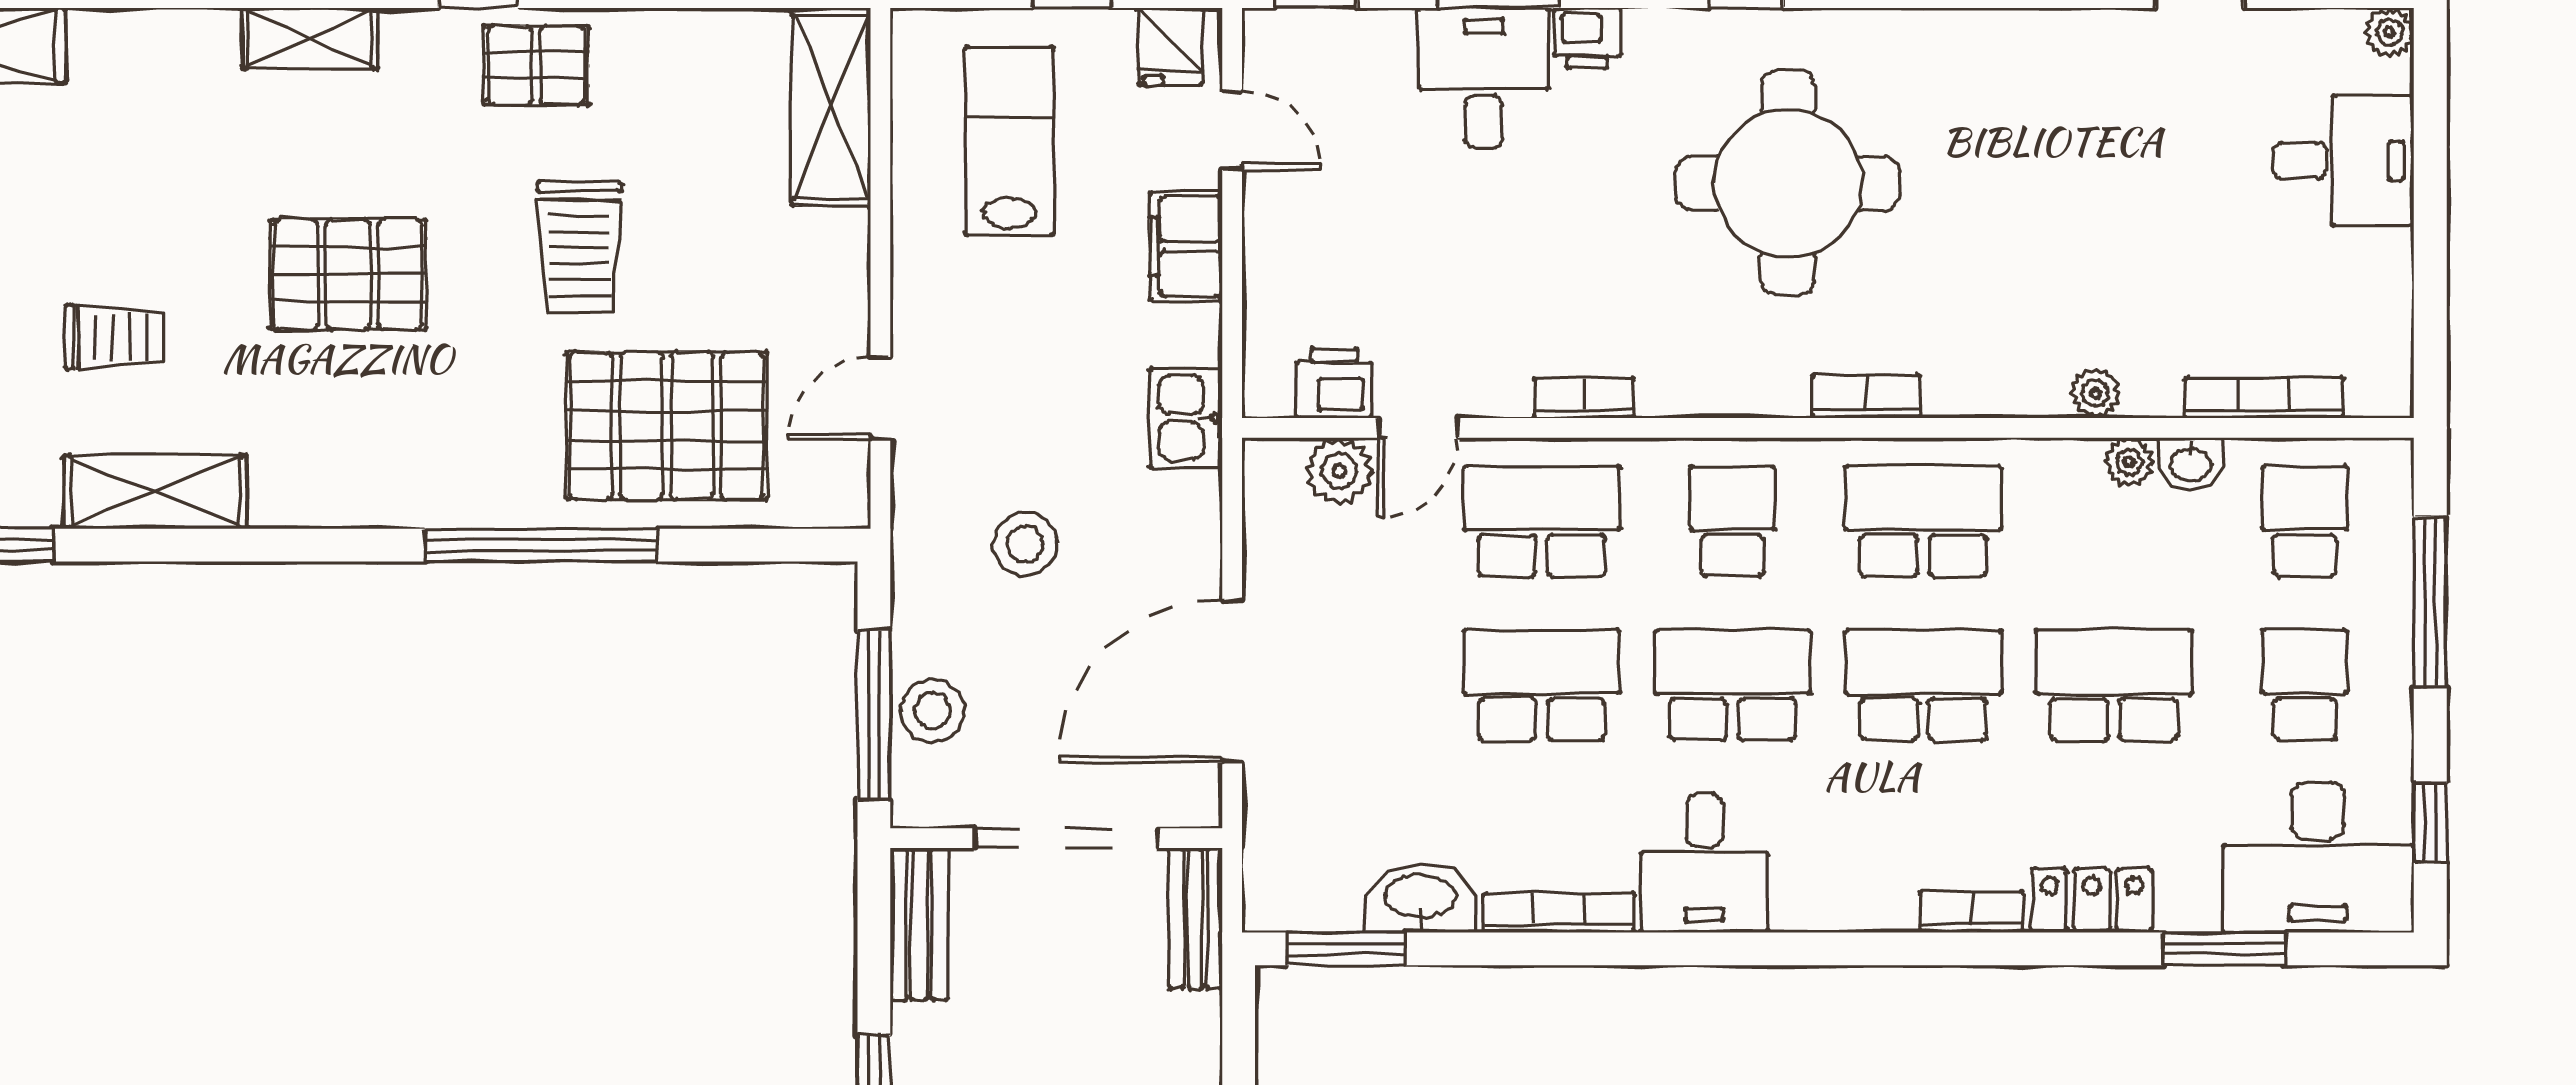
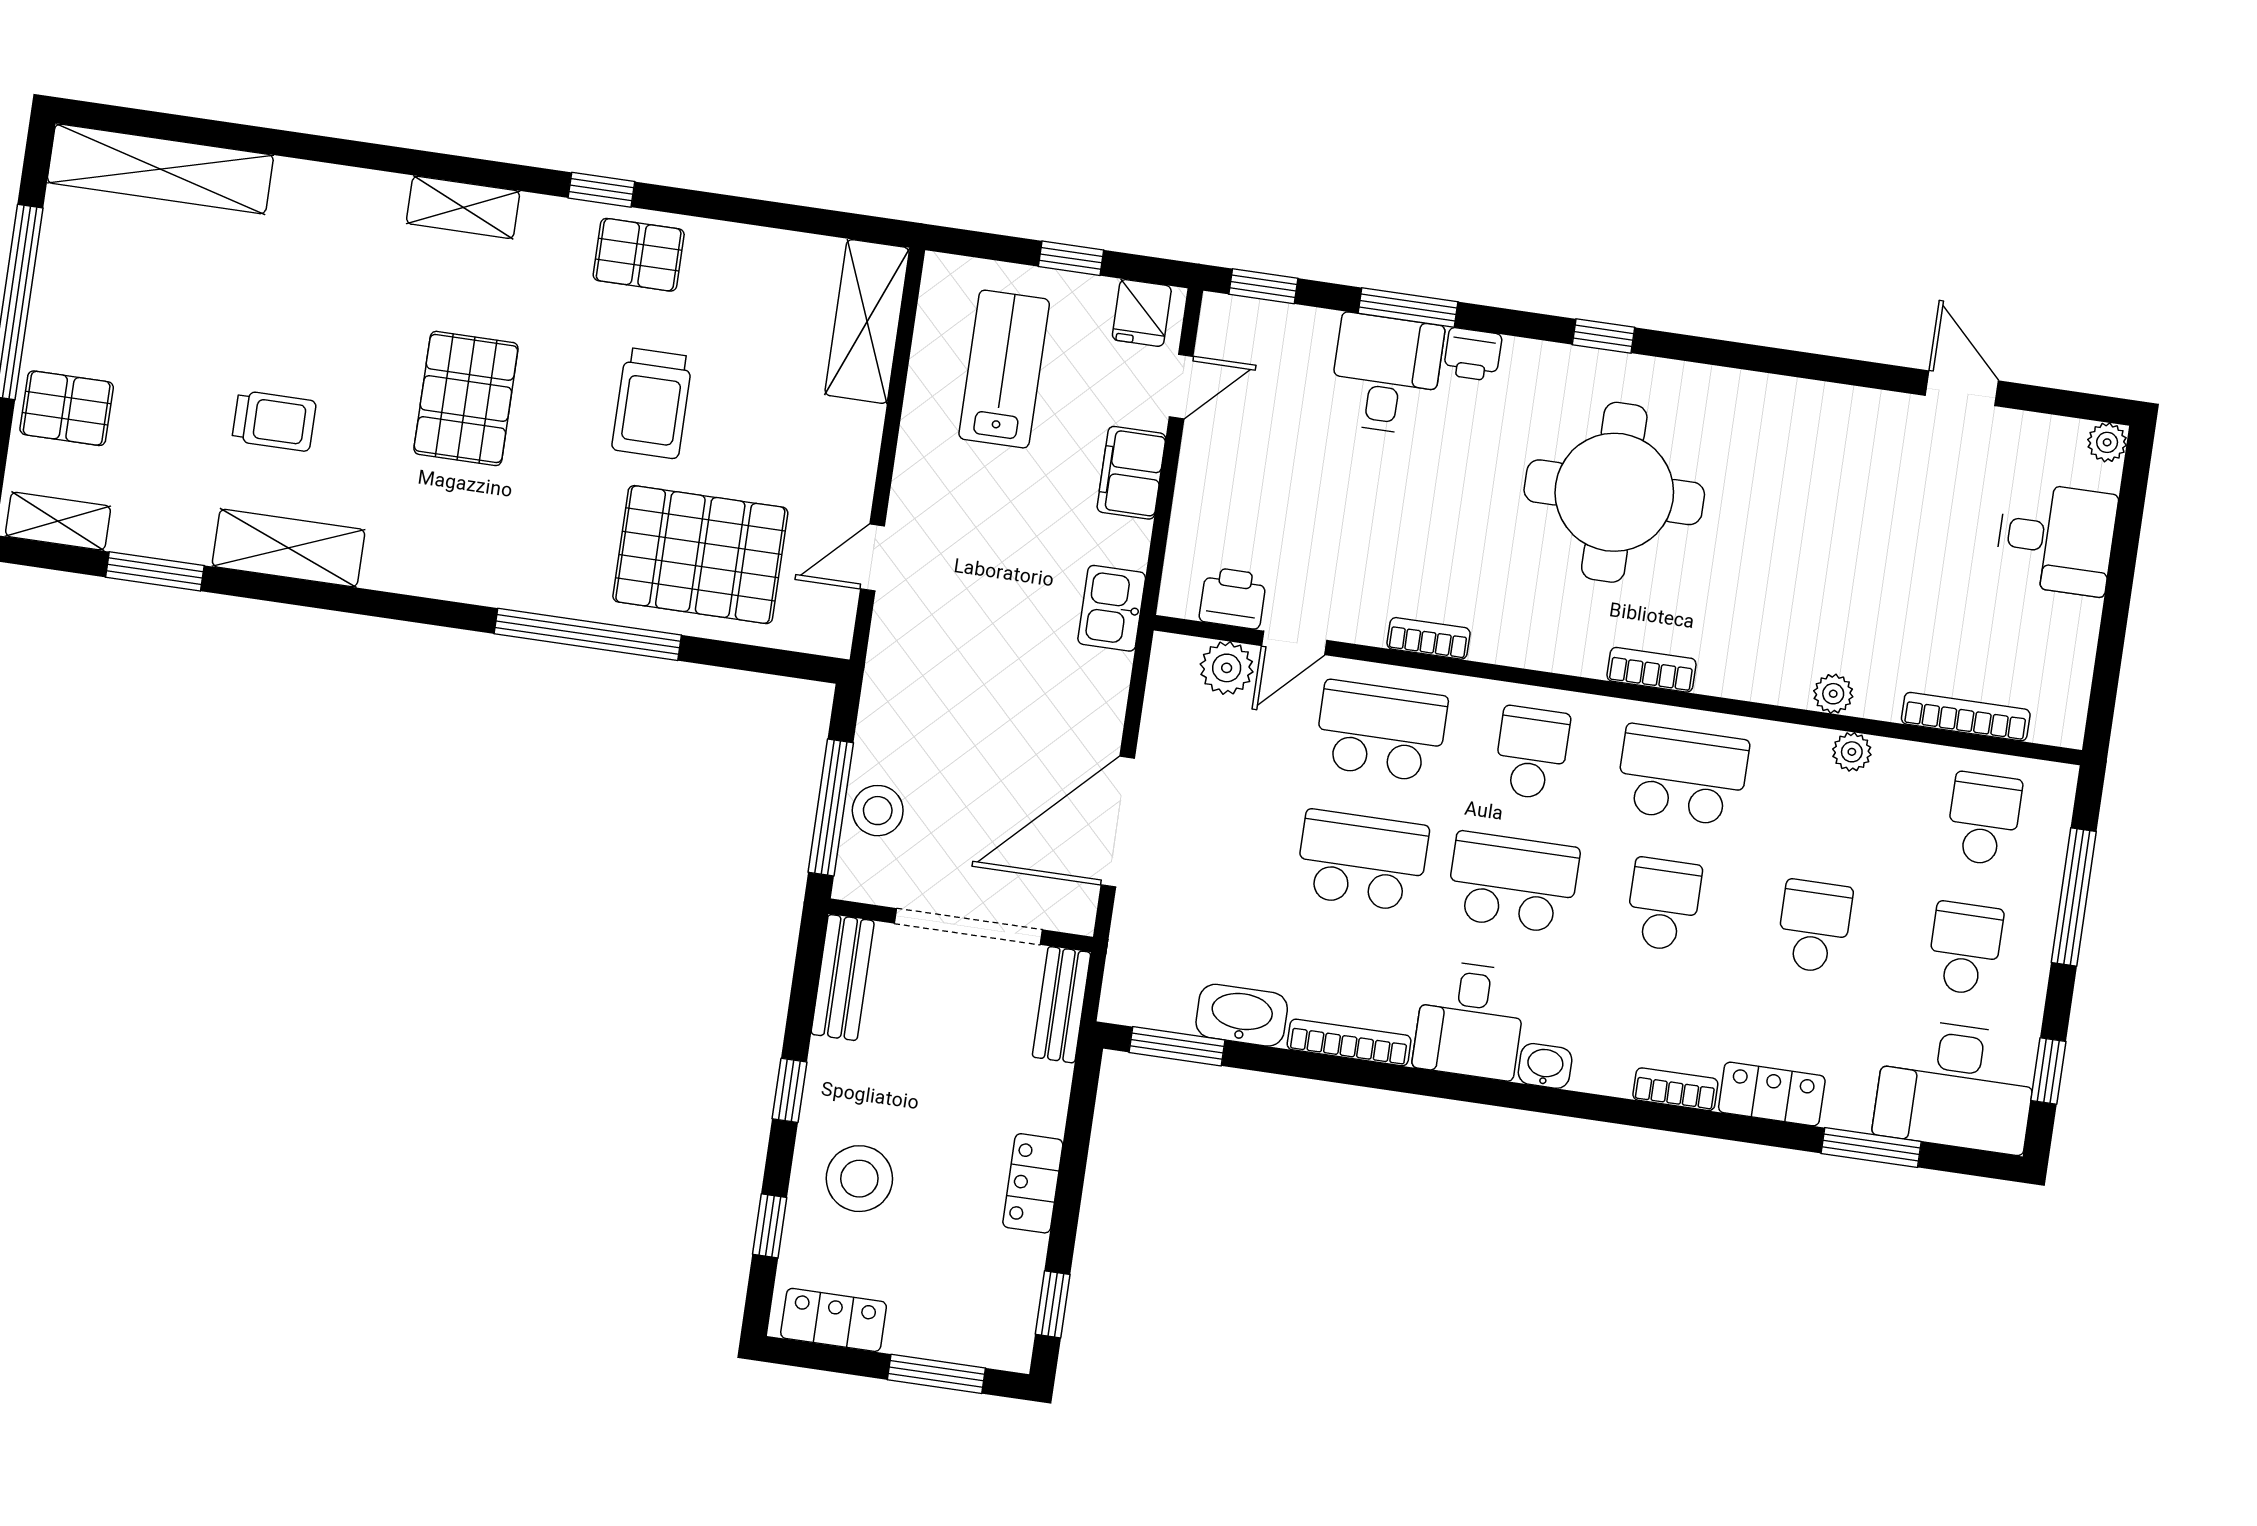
door: (1232, 130) -> (1181, 386), hinge flipped
pallet: (348, 275) -> (466, 398), turned 90
washbasin: (2191, 463) -> (1545, 1066), moved, turned 180
stool: (1025, 544) -> (970, 689), removed
school desk: (1923, 685) -> (1663, 904), width x0.54
school desk: (2114, 685) -> (1814, 926), width x0.54

